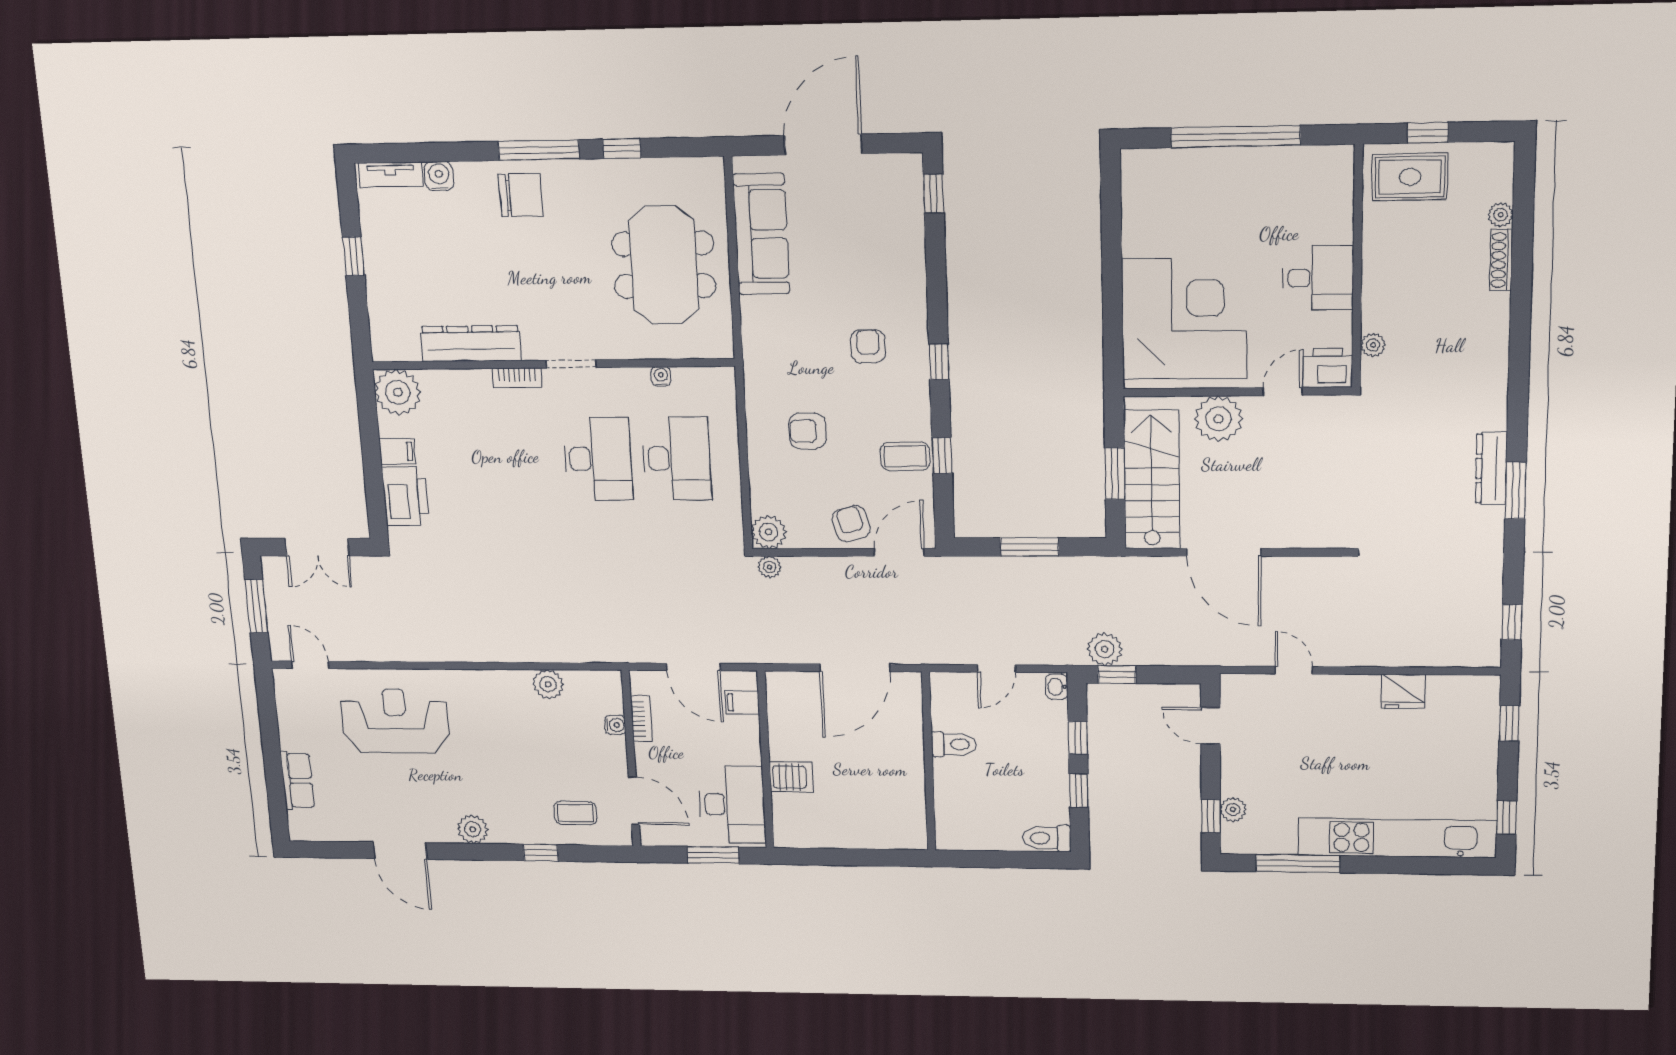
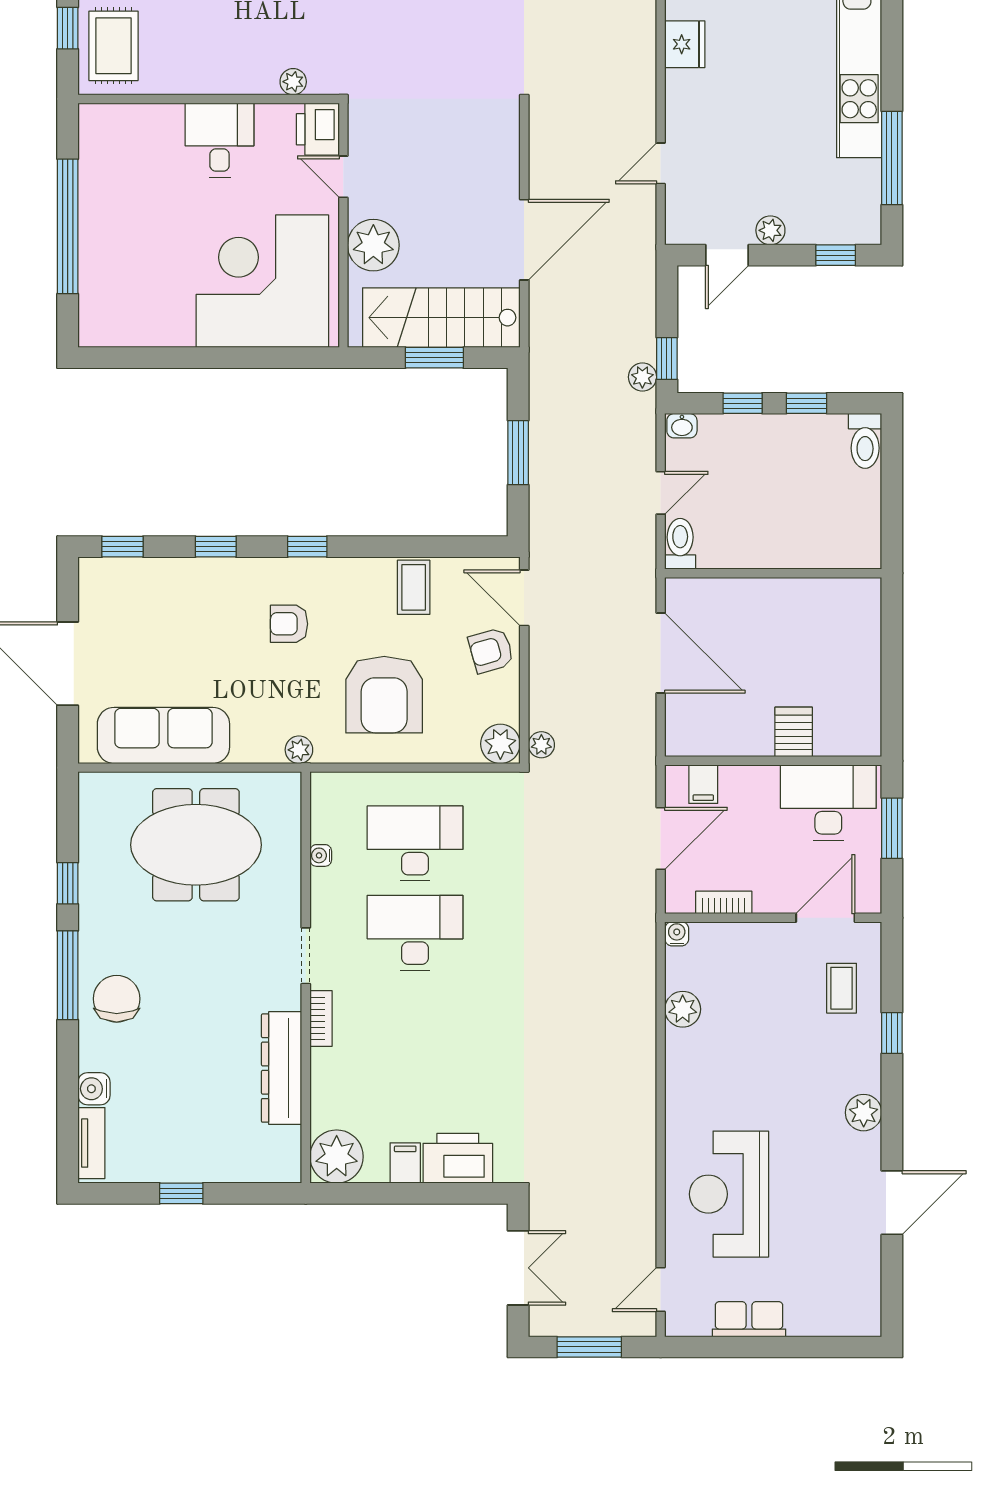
plant: (754, 356) -> (299, 750), added
armchair: (808, 431) -> (384, 695), width x1.88, depth x1.88
window: (942, 456) -> (216, 547), moved
plant: (1105, 649) -> (642, 377), width x0.73, depth x0.73
door: (996, 669) -> (661, 493), hinge flipped
water cooler: (615, 725) -> (677, 934), moved
toilet: (954, 744) -> (680, 544), moved
row of seats: (297, 781) -> (749, 1319), moved
plant: (1233, 810) -> (770, 230), moved

